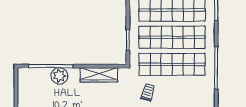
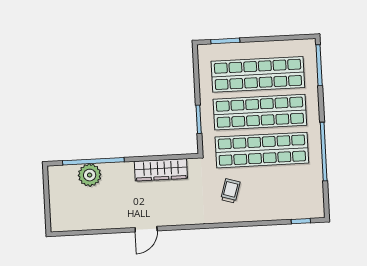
plant: (59, 76) -> (90, 175), moved

